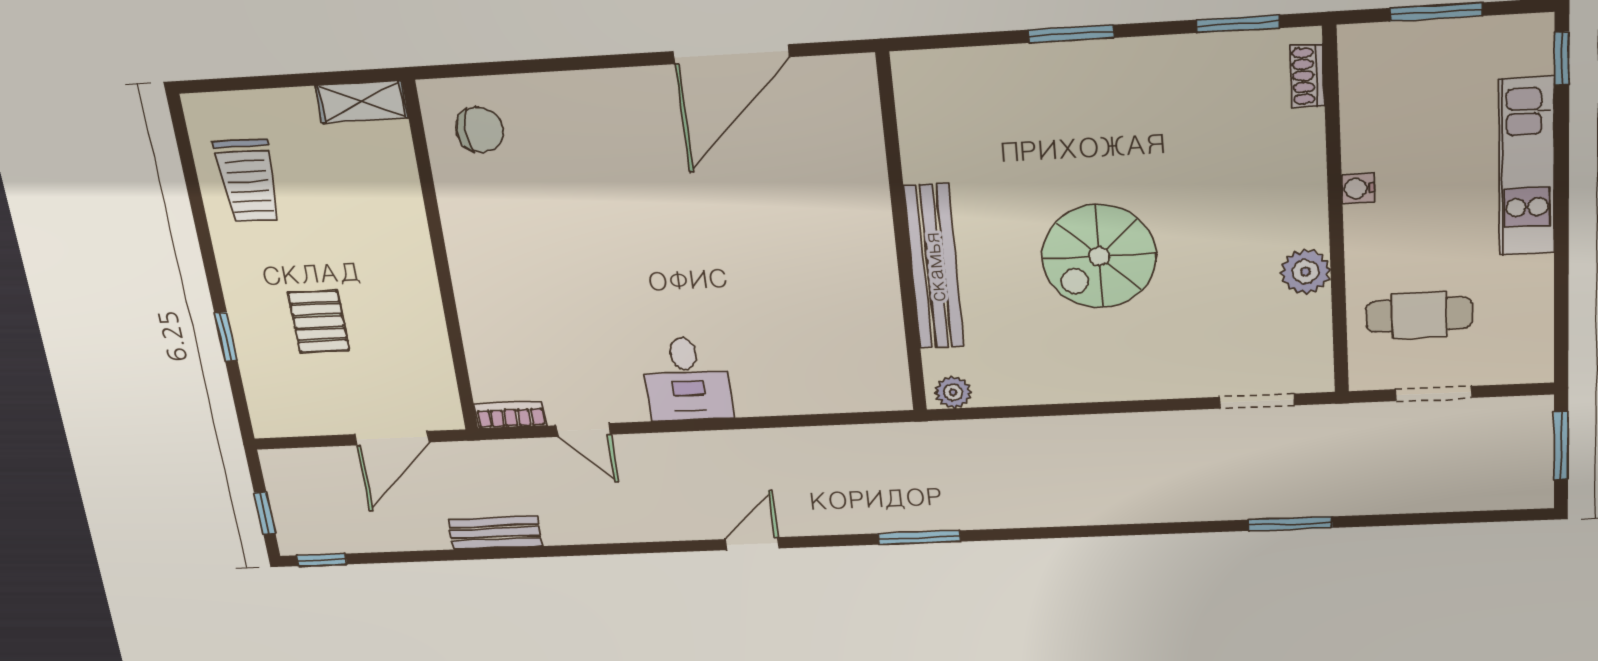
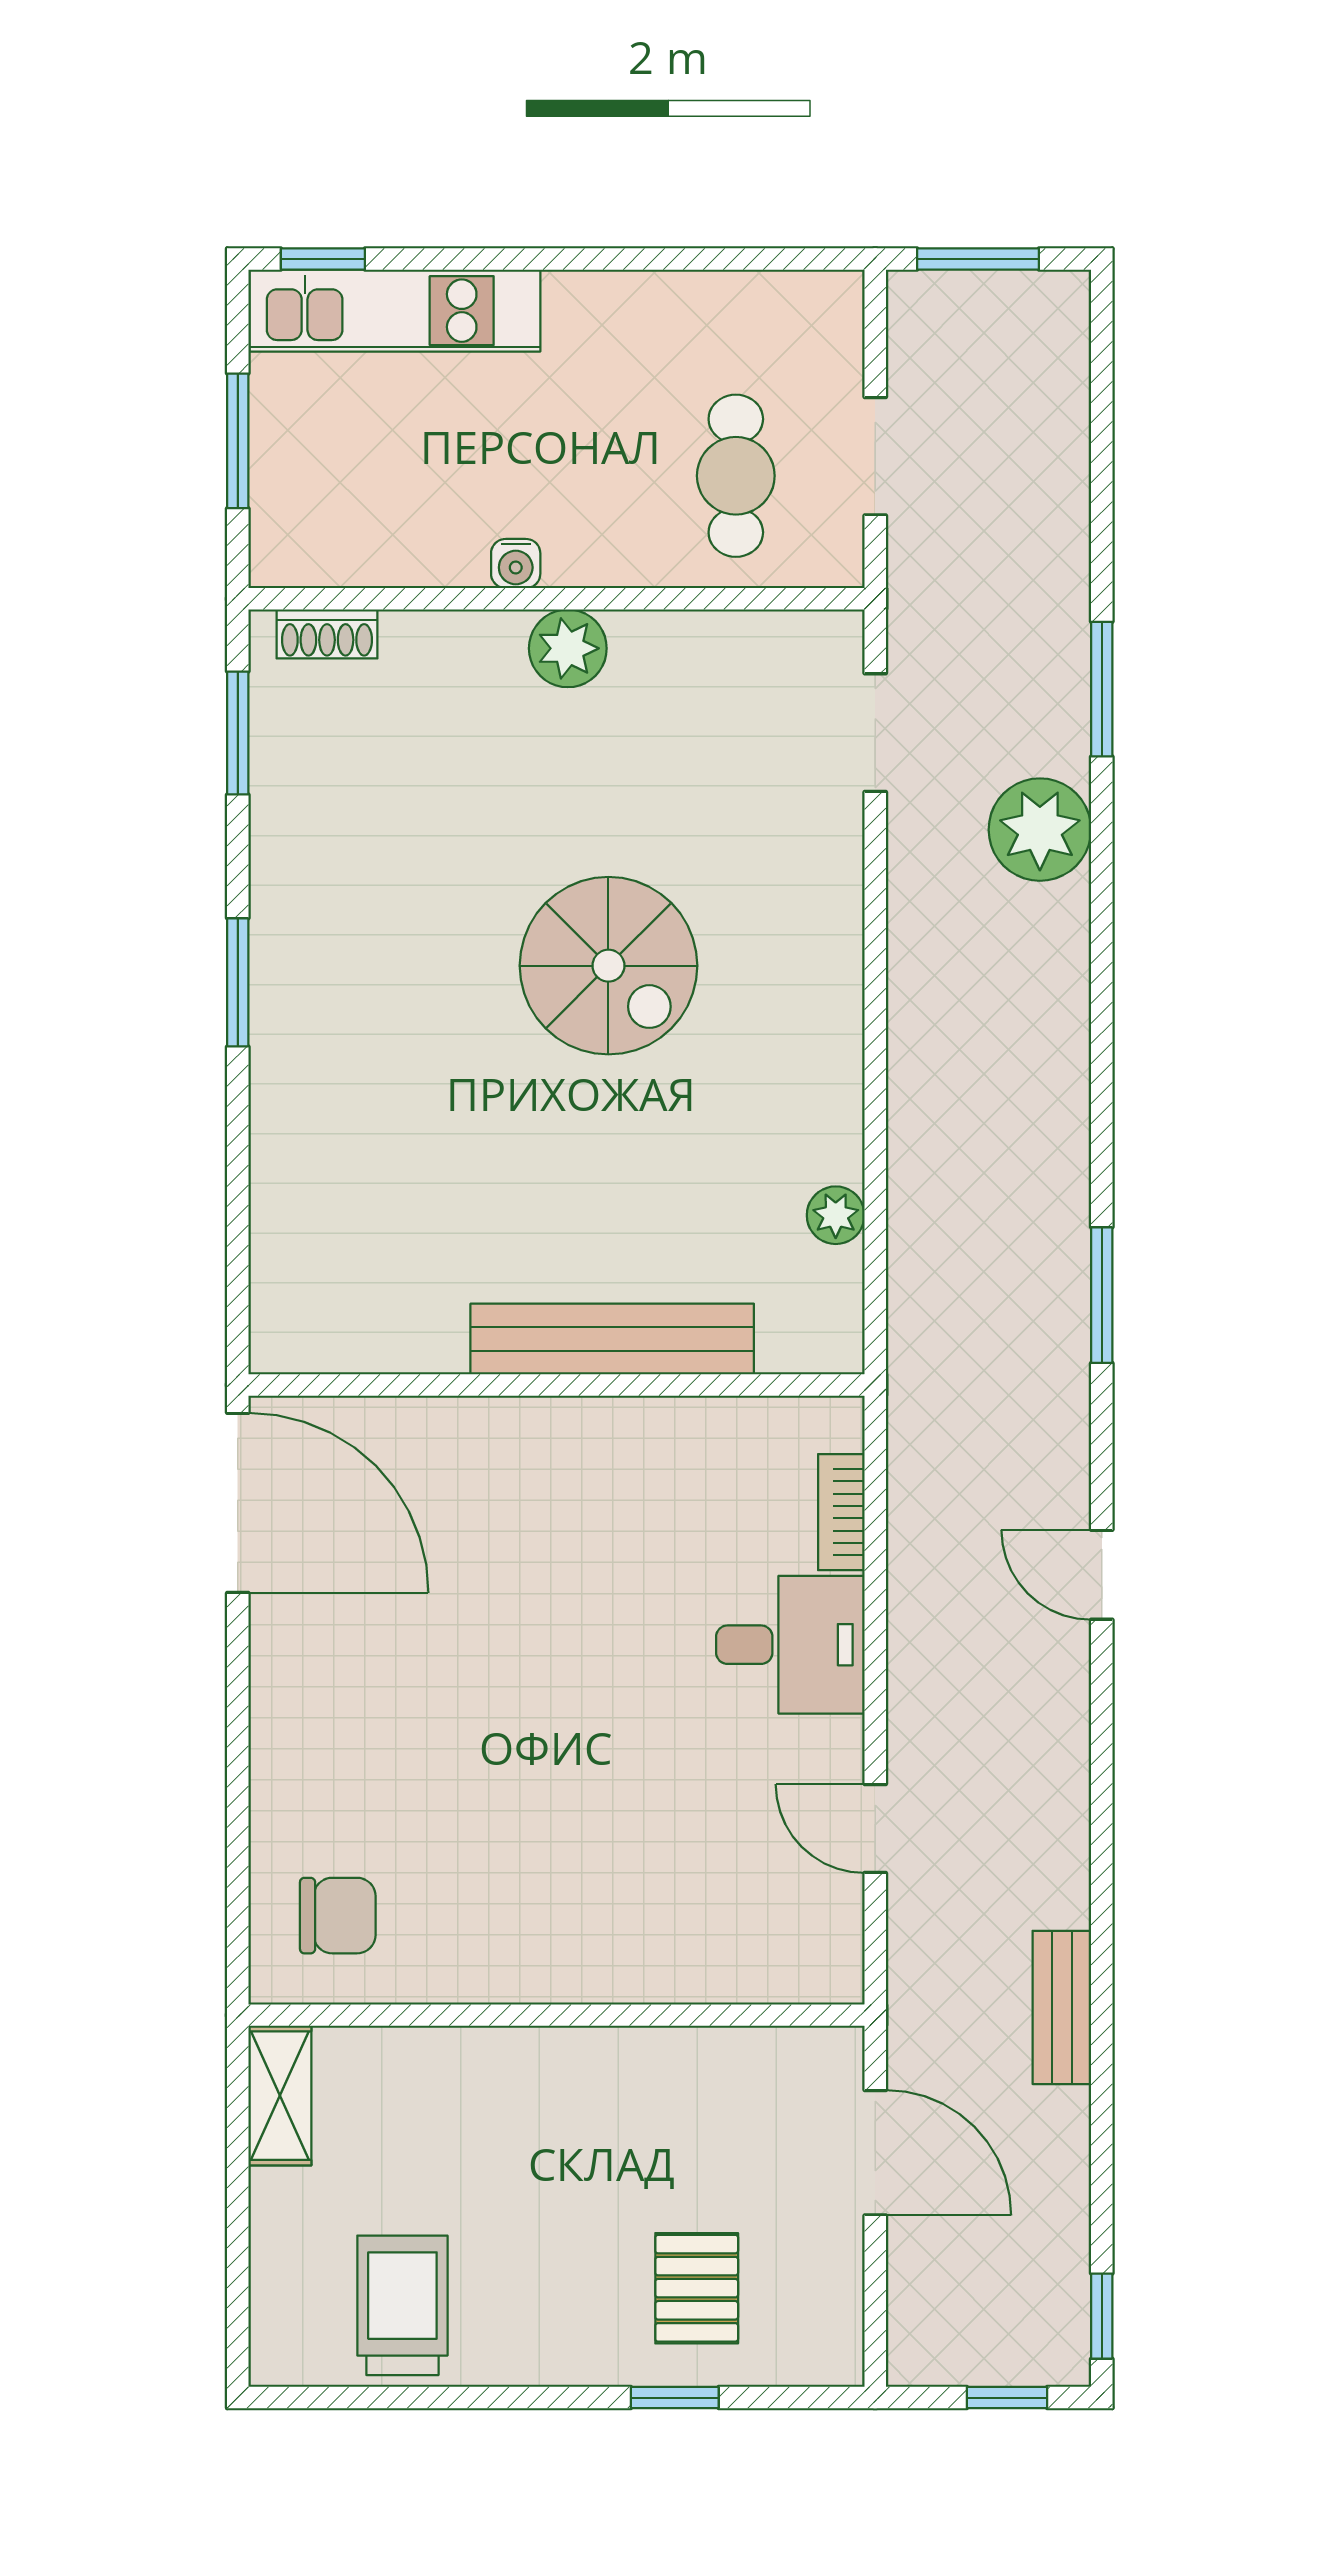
chair: (480, 130) -> (338, 1916), turned 90
kitchen unit: (1527, 167) -> (395, 311), moved
trolley: (248, 181) -> (402, 2305), turned -90
wall: (902, 236) -> (556, 1385), moved
bench: (934, 267) -> (612, 1339), moved
plant: (1305, 272) -> (568, 648), moved
pallet: (319, 322) -> (697, 2288), moved, turned 90
bookcase: (510, 415) -> (841, 1512), moved
door: (584, 430) -> (875, 1829), swing flipped
plant: (1201, 494) -> (1040, 830), added

